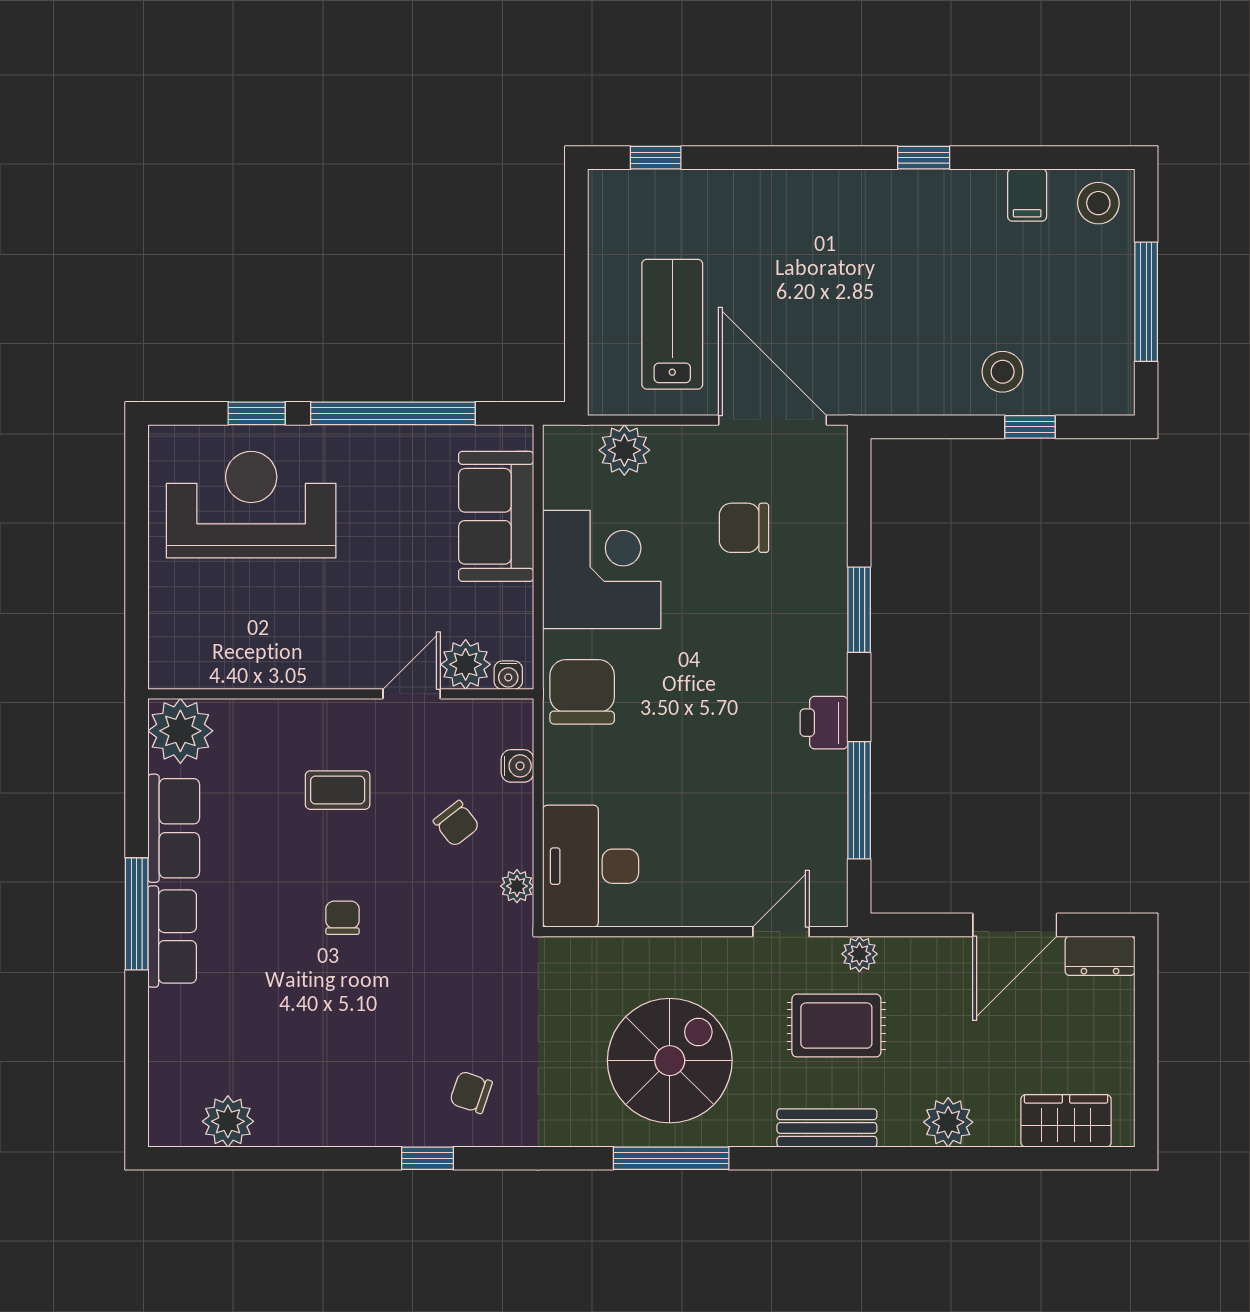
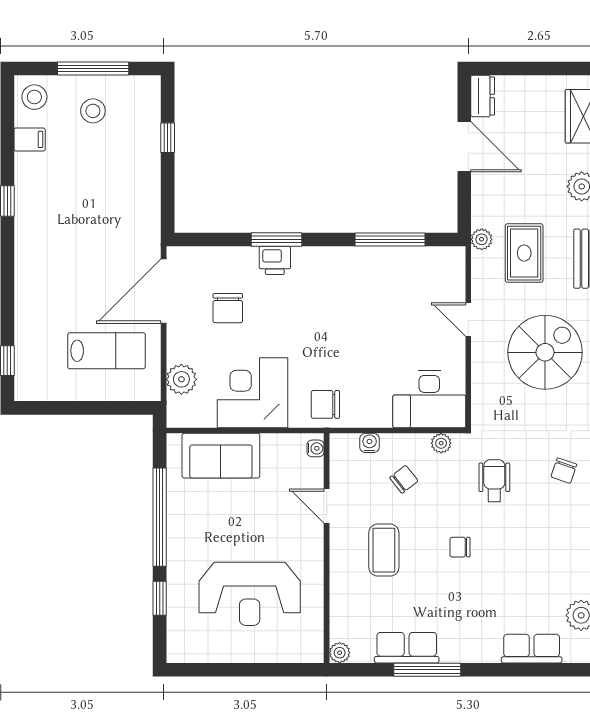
lab bench: (672, 324) -> (106, 351), turned 180
stool: (1003, 372) -> (93, 111), moved
reception desk: (251, 505) -> (250, 594), moved, turned -90
plant: (466, 664) -> (309, 474), removed
chair: (582, 692) -> (325, 404), width x0.73, depth x0.73
printer: (824, 723) -> (275, 260), moved
plant: (180, 731) -> (340, 653), width x0.53, depth x0.53
coffee table: (338, 790) -> (384, 550), width x1.36, depth x1.30
window: (137, 914) -> (427, 670), moved
door: (781, 932) -> (468, 320), moved
row of seats: (172, 937) -> (532, 649), moved
wheelchair: (454, 975) -> (494, 481), added
spiral stairs: (670, 1061) -> (545, 352), turned 90

